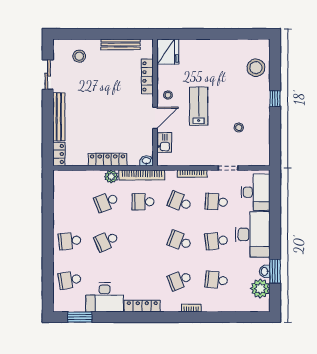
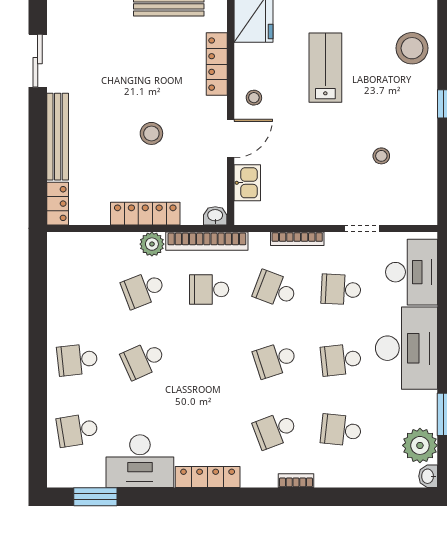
stool: (79, 56) -> (151, 133), moved
lab bench: (199, 106) -> (325, 68), moved
school desk: (180, 241) -> (275, 360), turned -39
washbasin: (265, 271) -> (428, 476), moved

